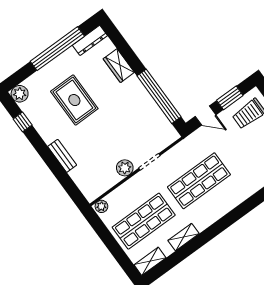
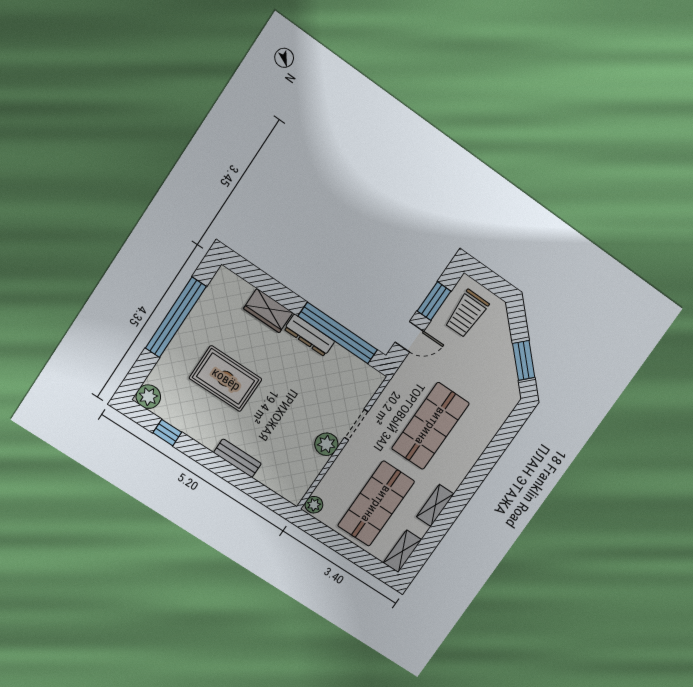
dresser: (90, 40) -> (309, 335), moved, turned 90

